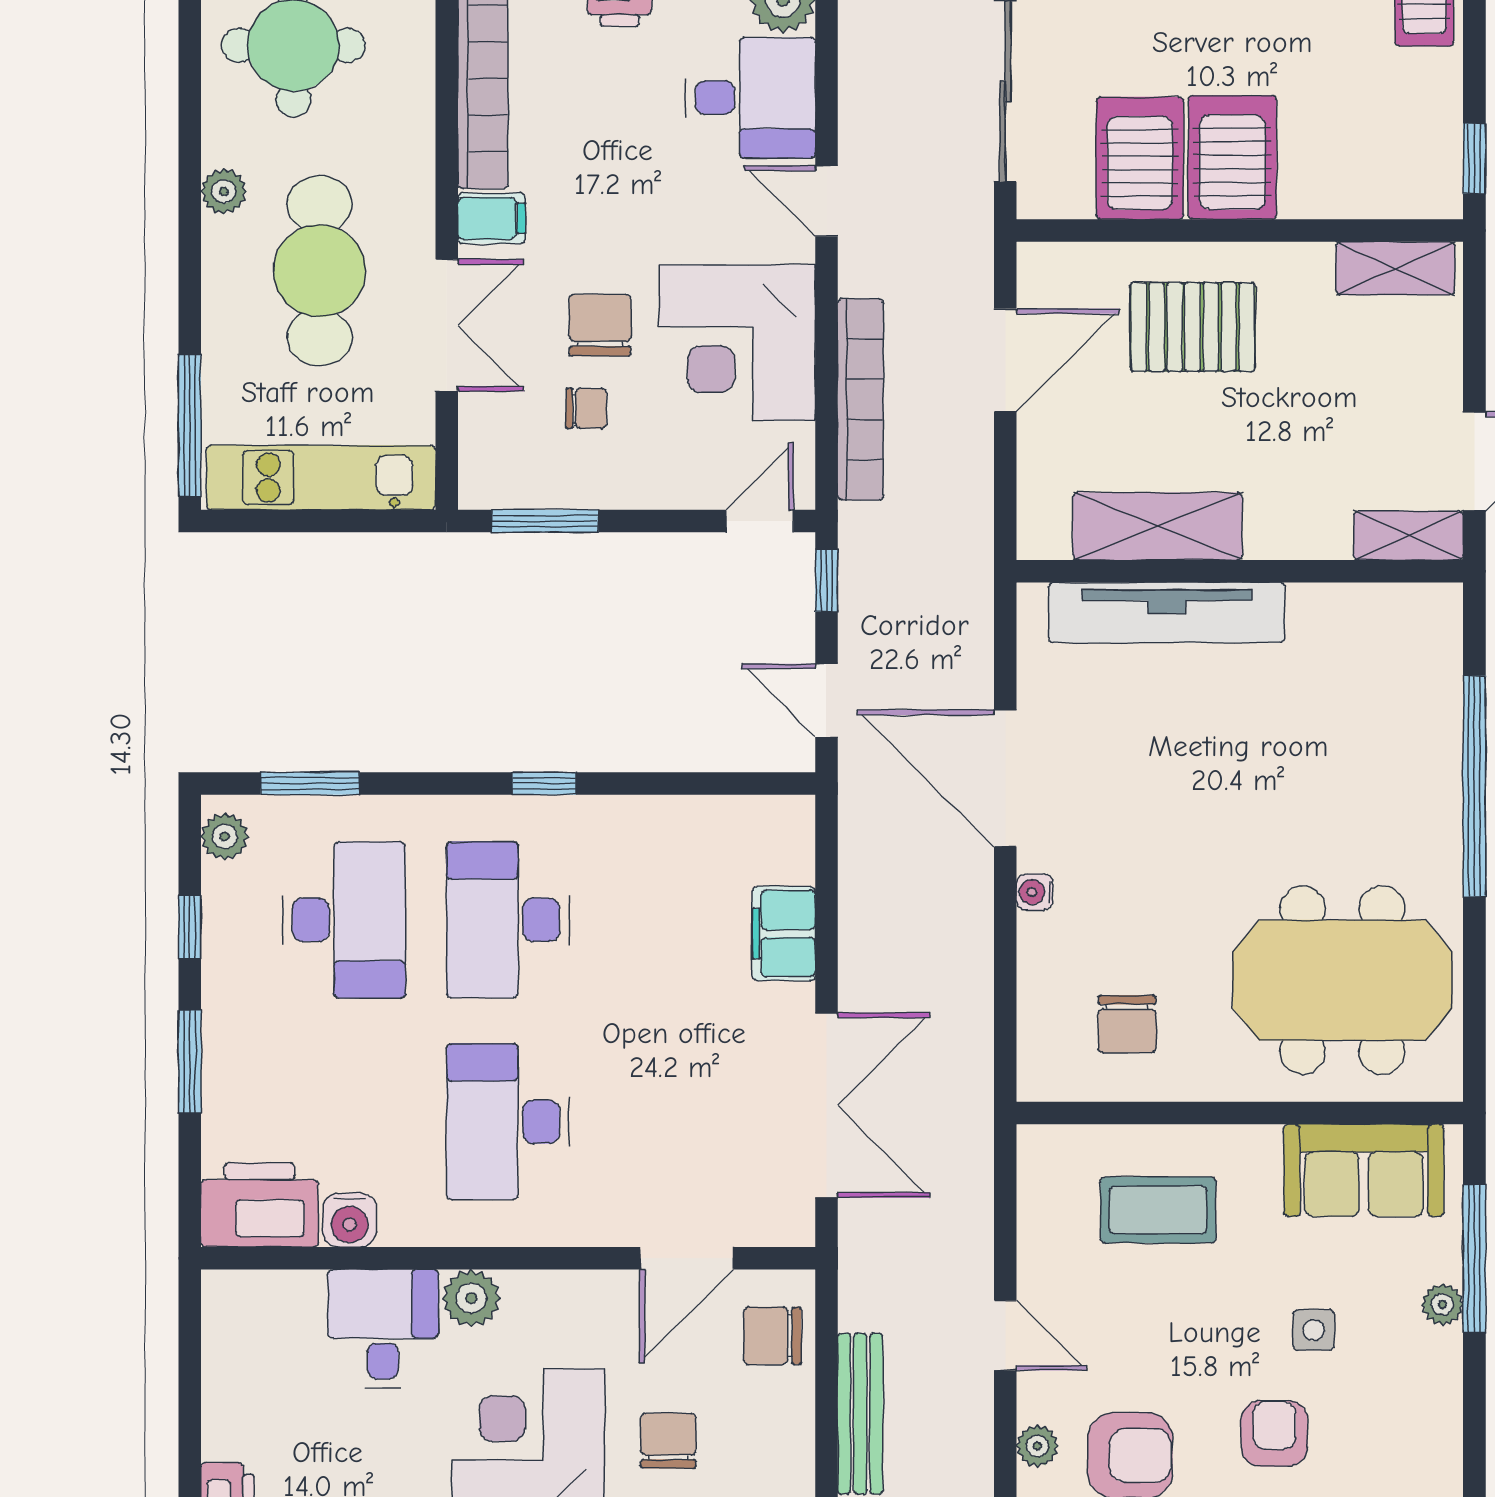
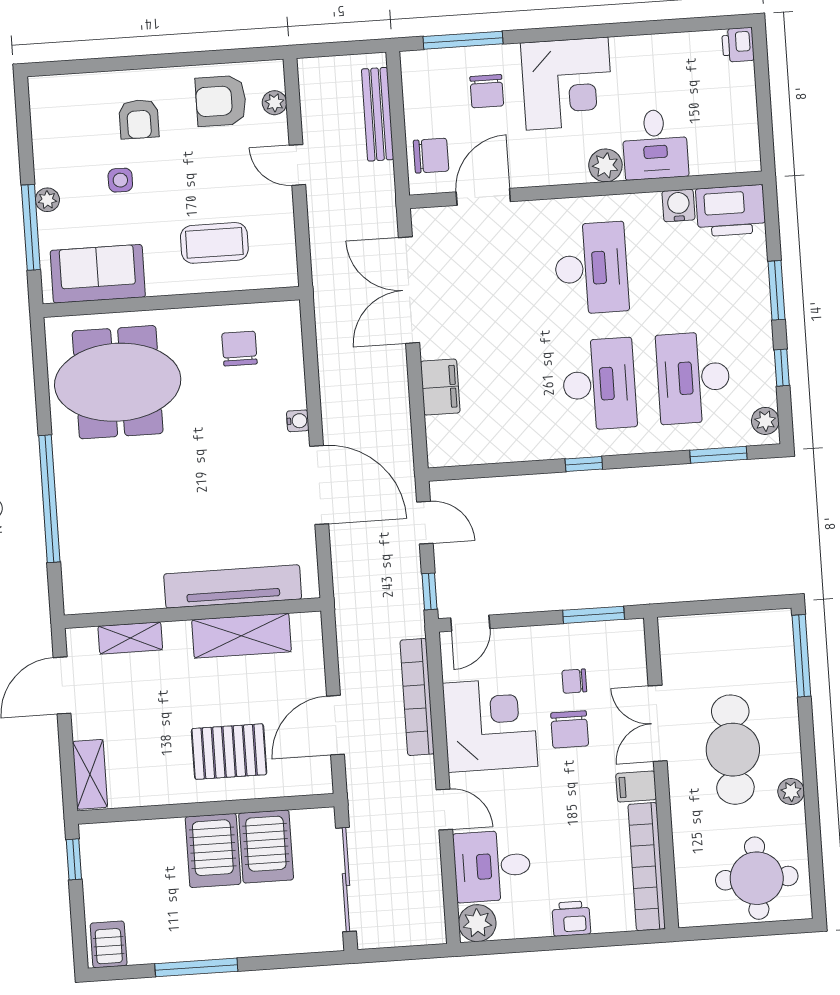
shelving: (1395, 268) -> (90, 774), moved, turned 90
kitchen unit: (321, 477) -> (724, 631), removed
shelving: (1409, 535) -> (130, 638), moved

